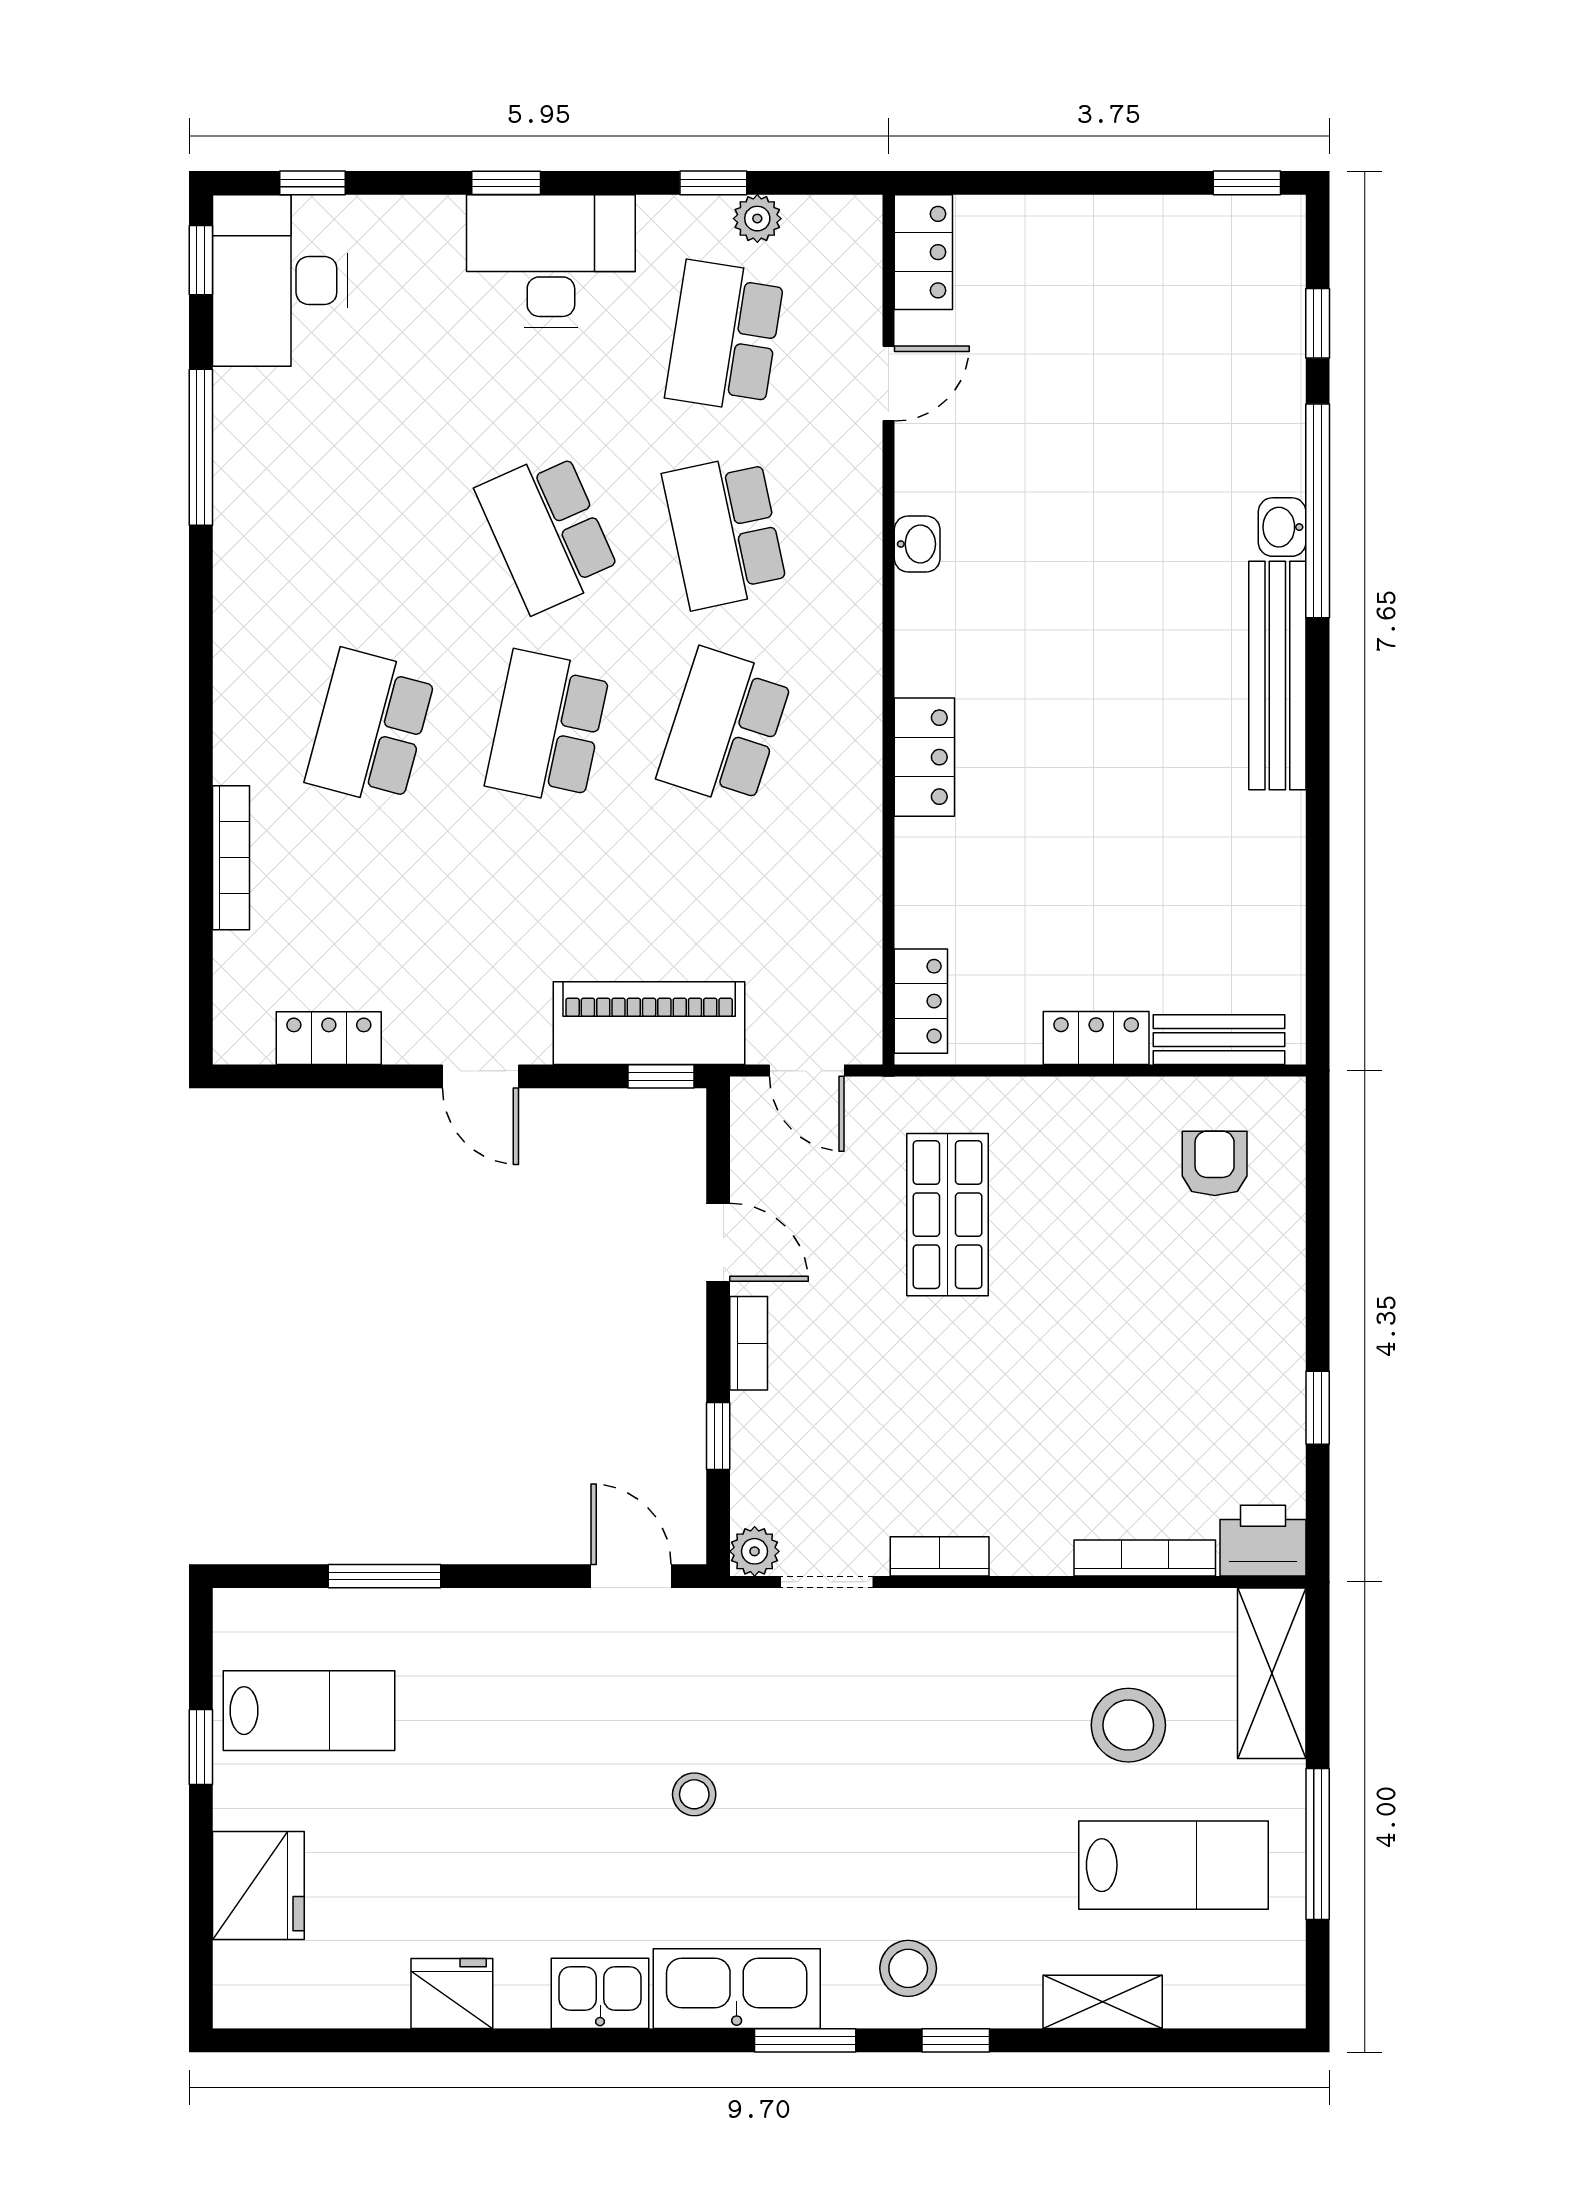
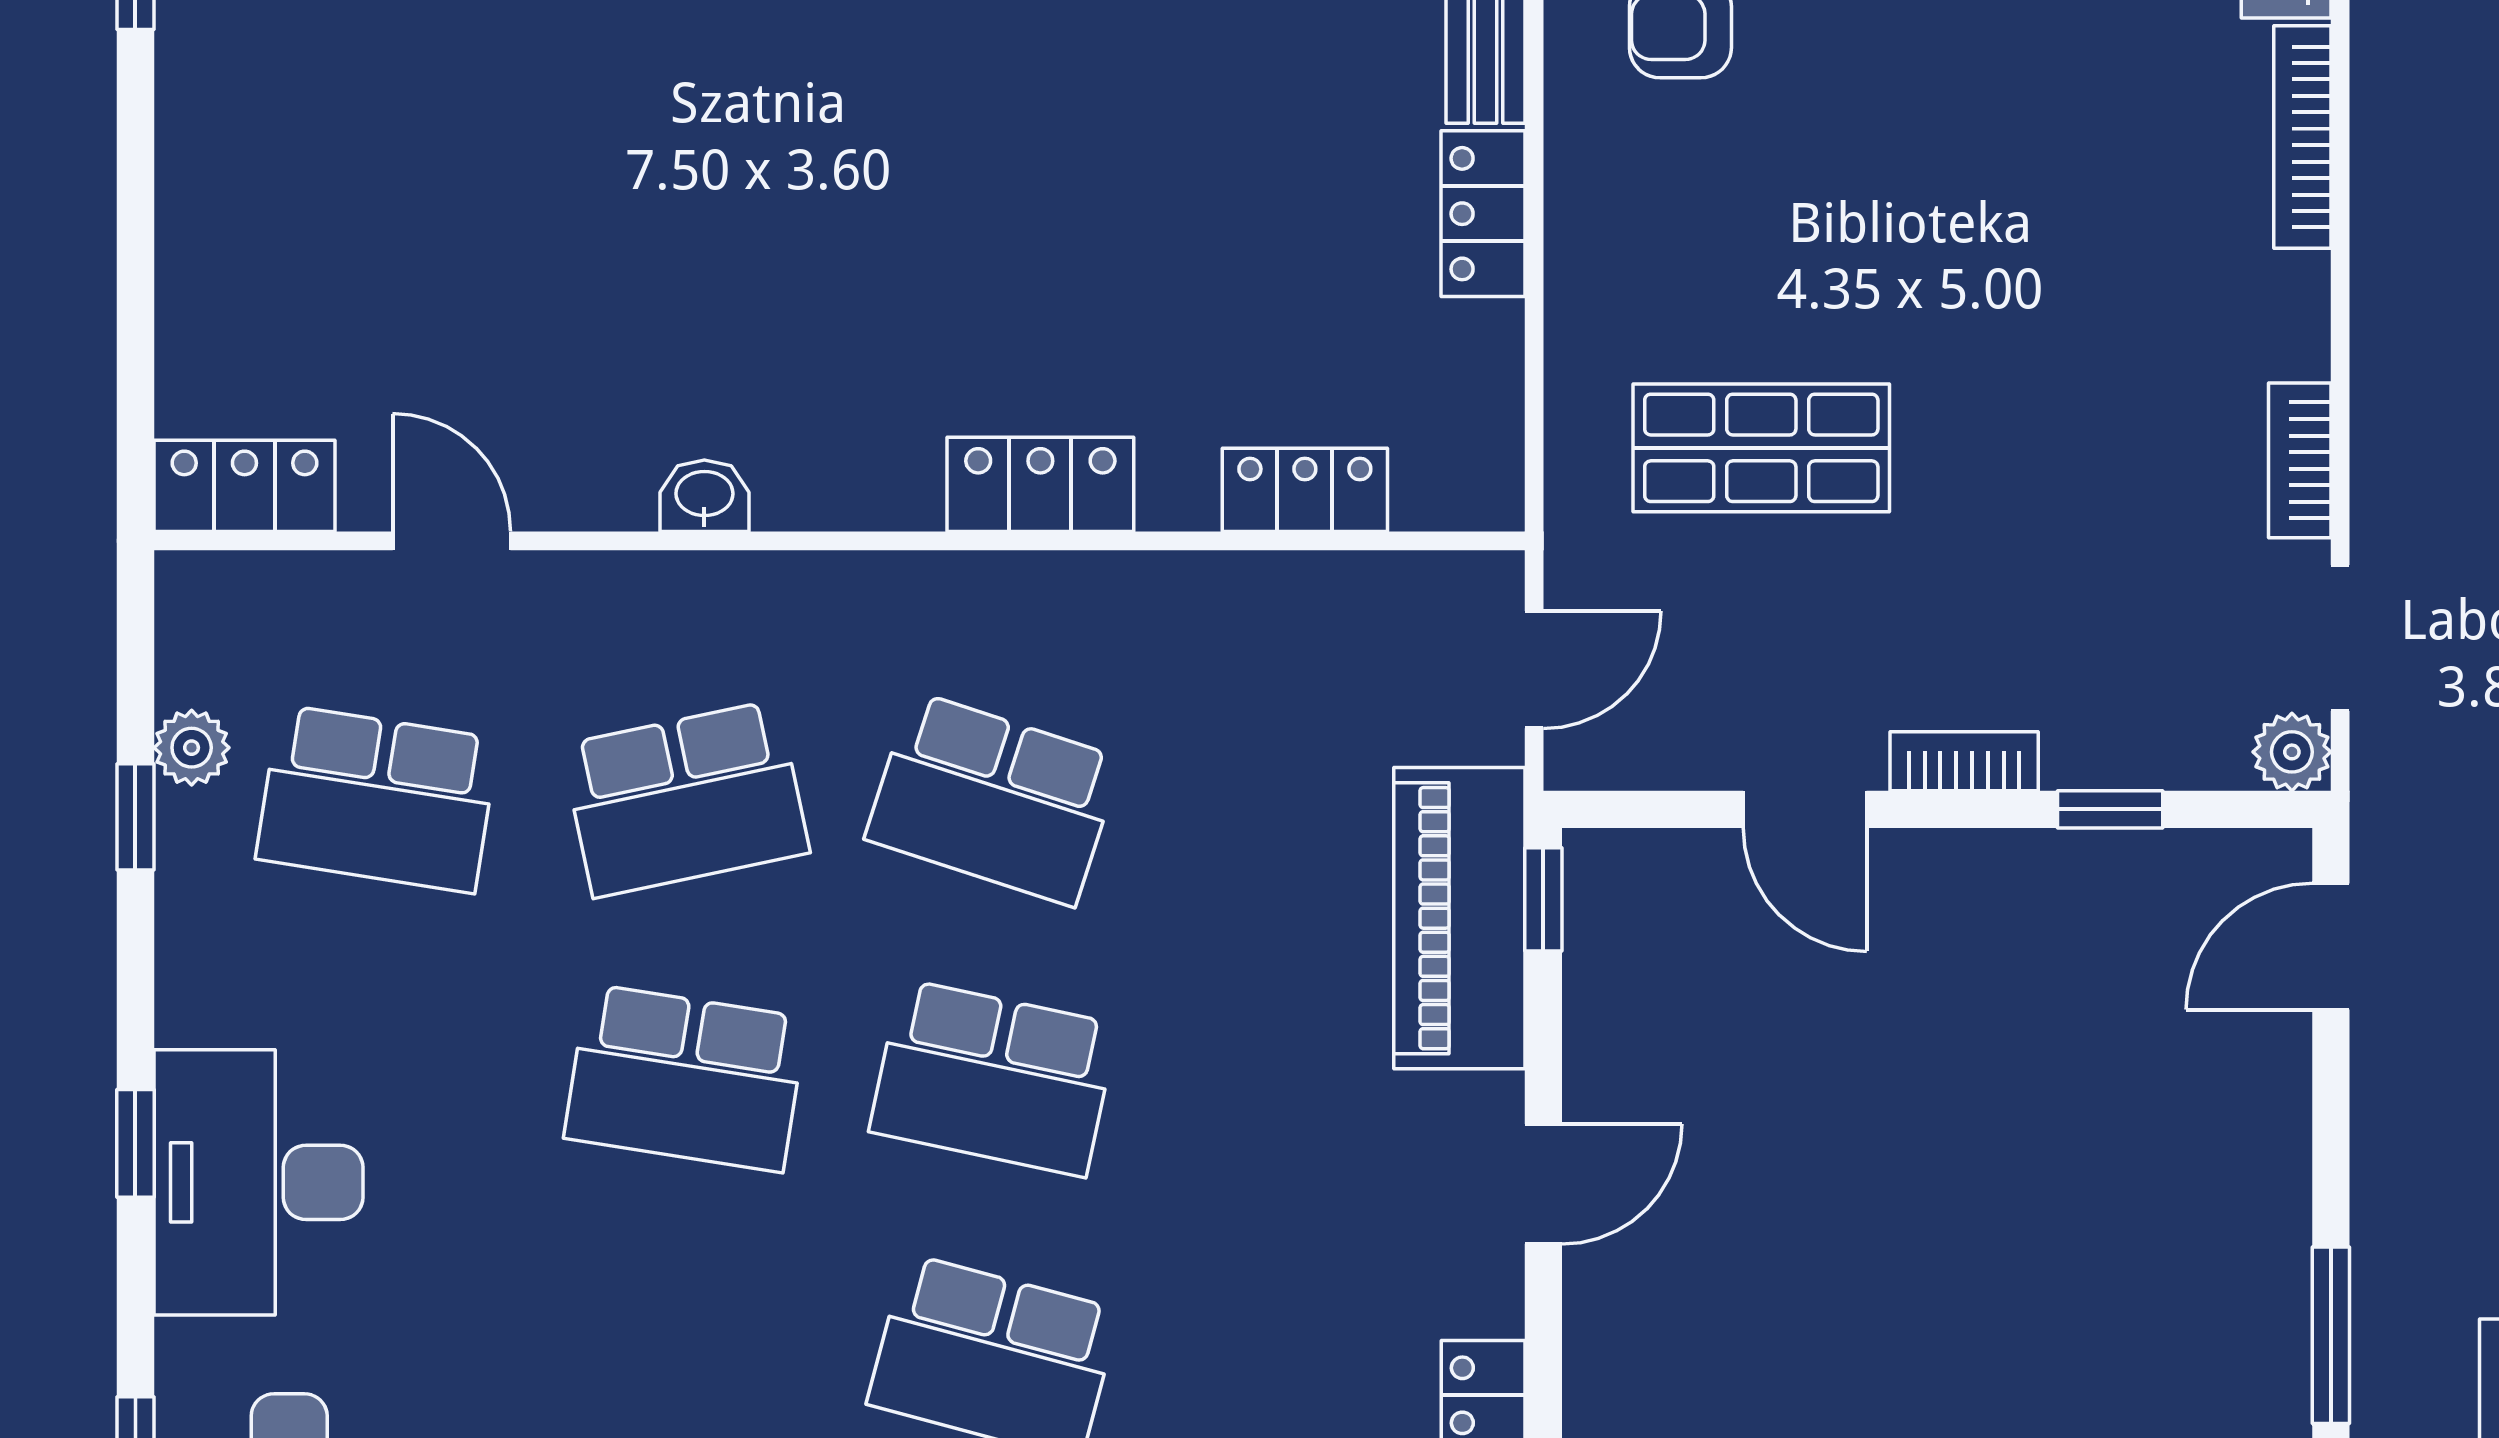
desk: (551, 261) -> (258, 1182), moved
school desk: (548, 532) -> (685, 1078), turned 33
locker: (921, 1001) -> (1305, 490), moved
door: (718, 1242) -> (1805, 809), swing flipped

